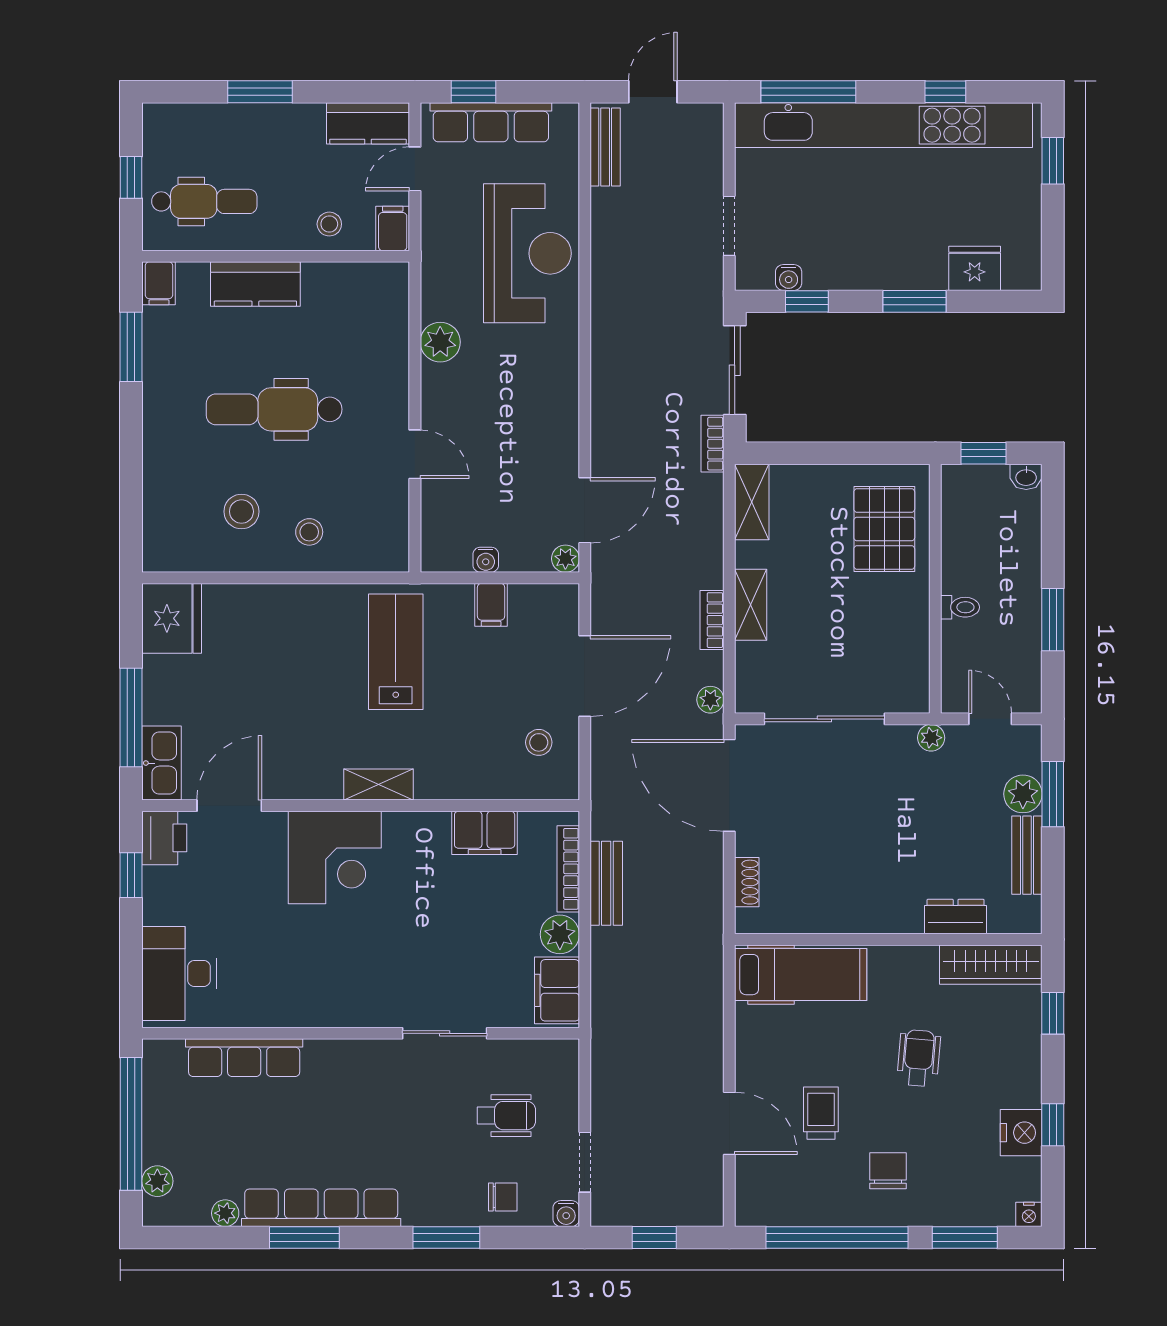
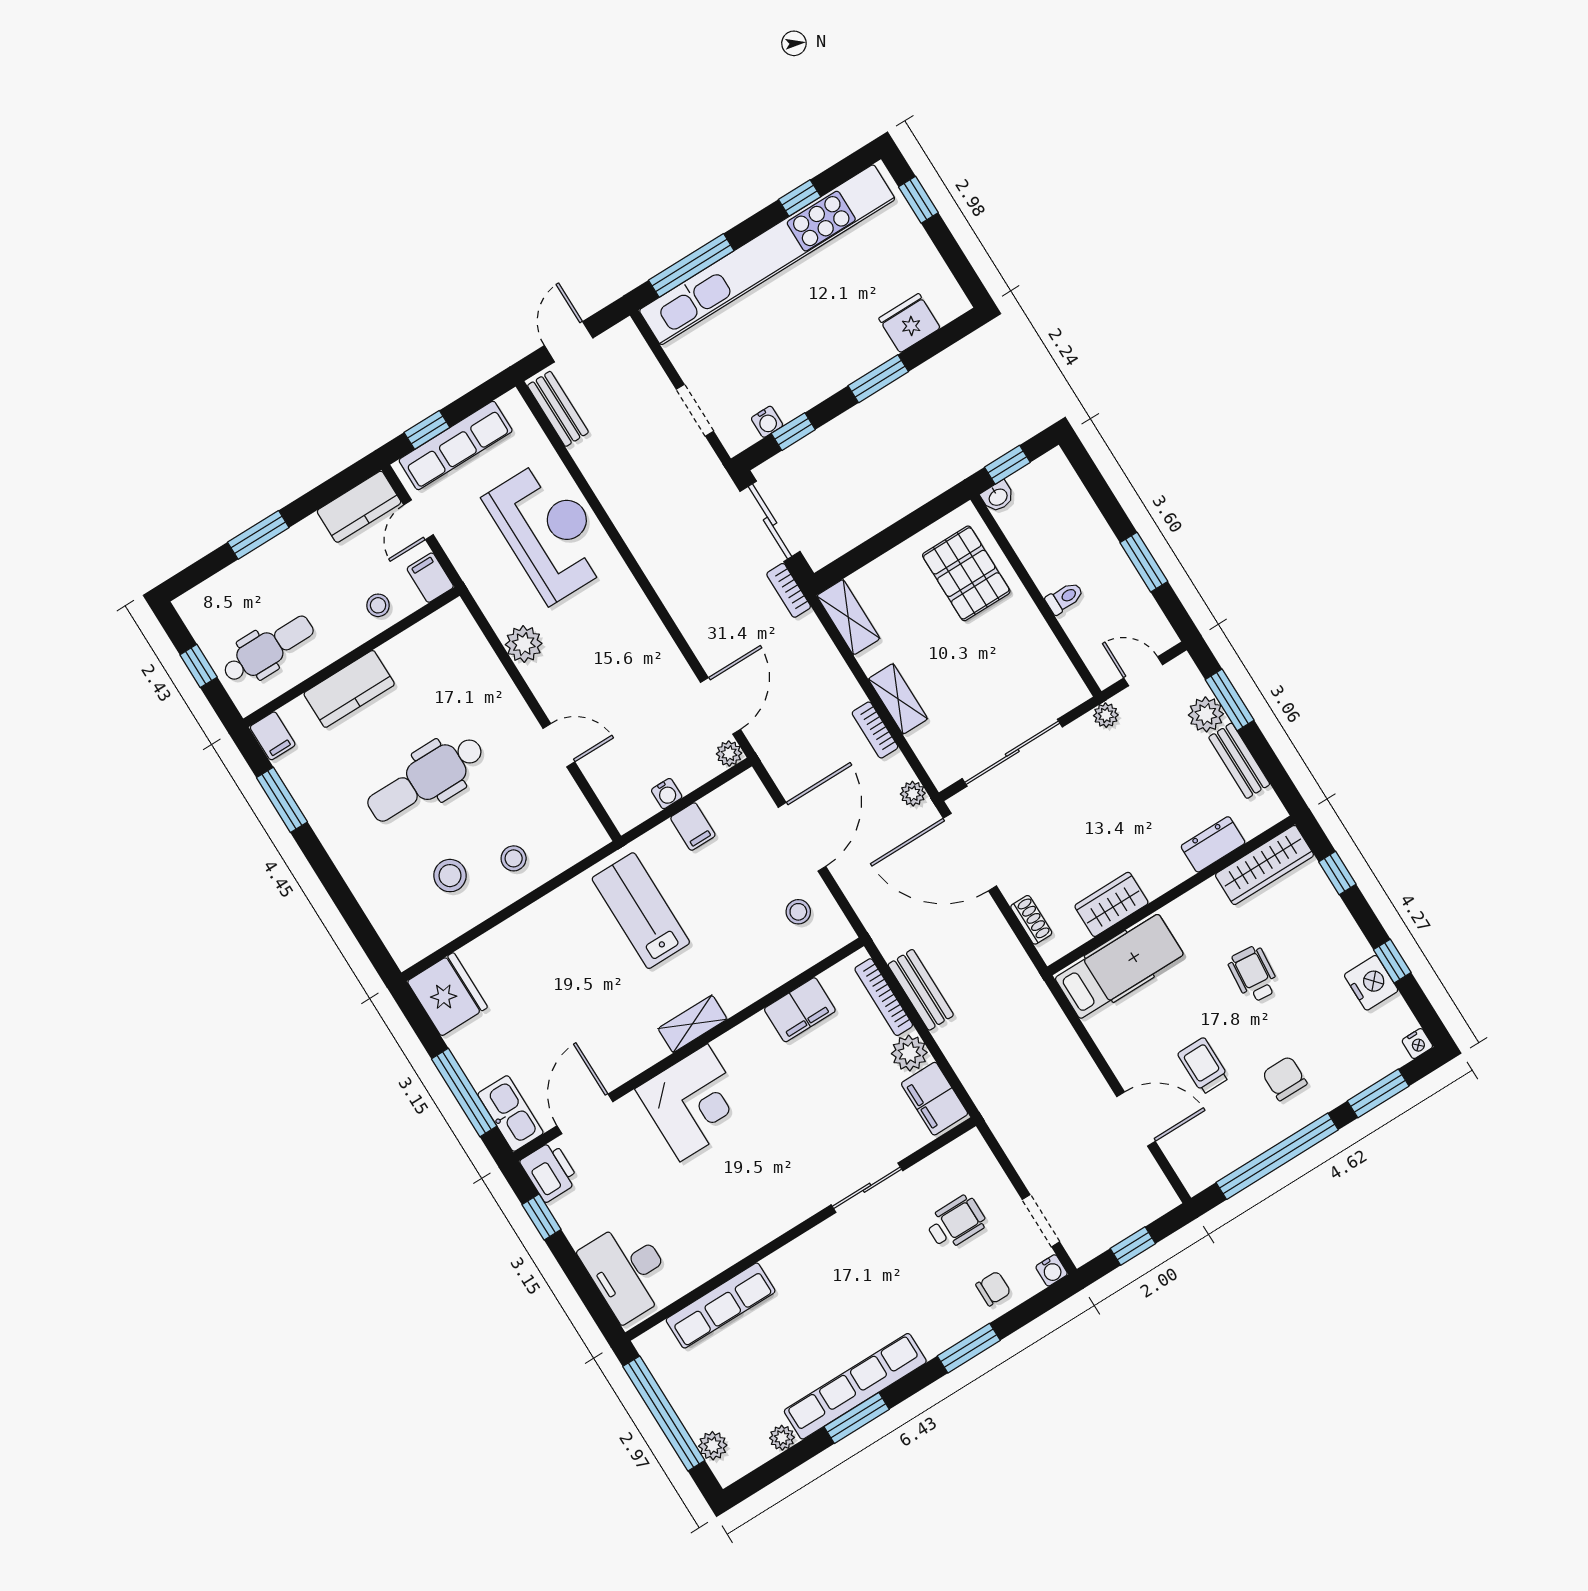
washbasin: (1026, 477) -> (998, 497), moved
wardrobe: (829, 914) -> (1111, 904), added

